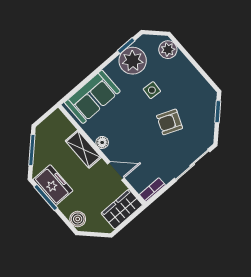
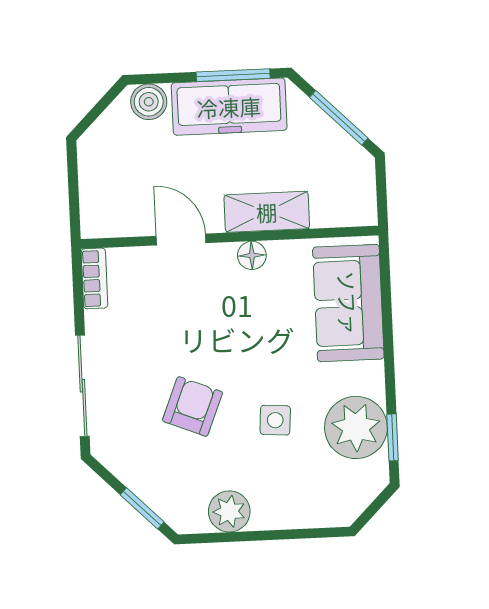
plant: (168, 50) -> (229, 511), moved
door: (116, 171) -> (181, 239), swing flipped
freezer: (53, 185) -> (229, 107), width x1.40
wardrobe: (122, 209) -> (103, 195), removed

